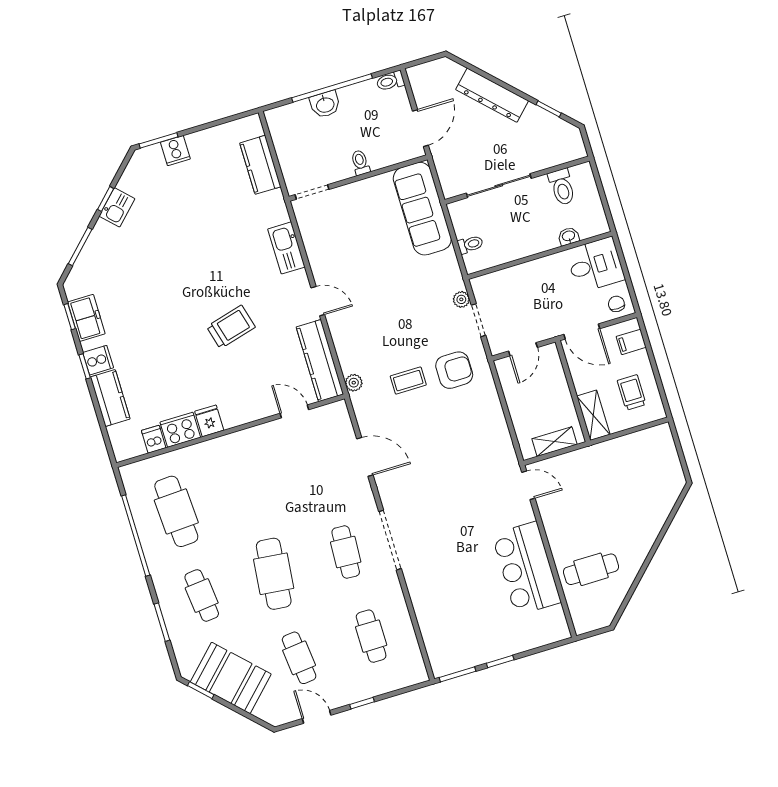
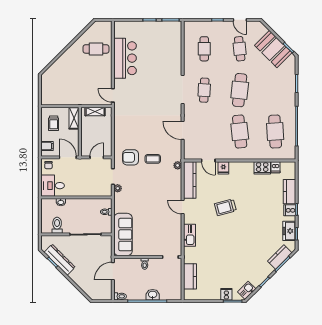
dresser: (492, 95) -> (60, 260), moved
kitchen sink: (117, 207) -> (247, 290), moved
kitchen counter: (90, 259) -> (280, 257), added
fridge: (209, 421) -> (223, 168), moved
cafe table: (202, 595) -> (240, 132), moved, width x1.37, depth x1.35

